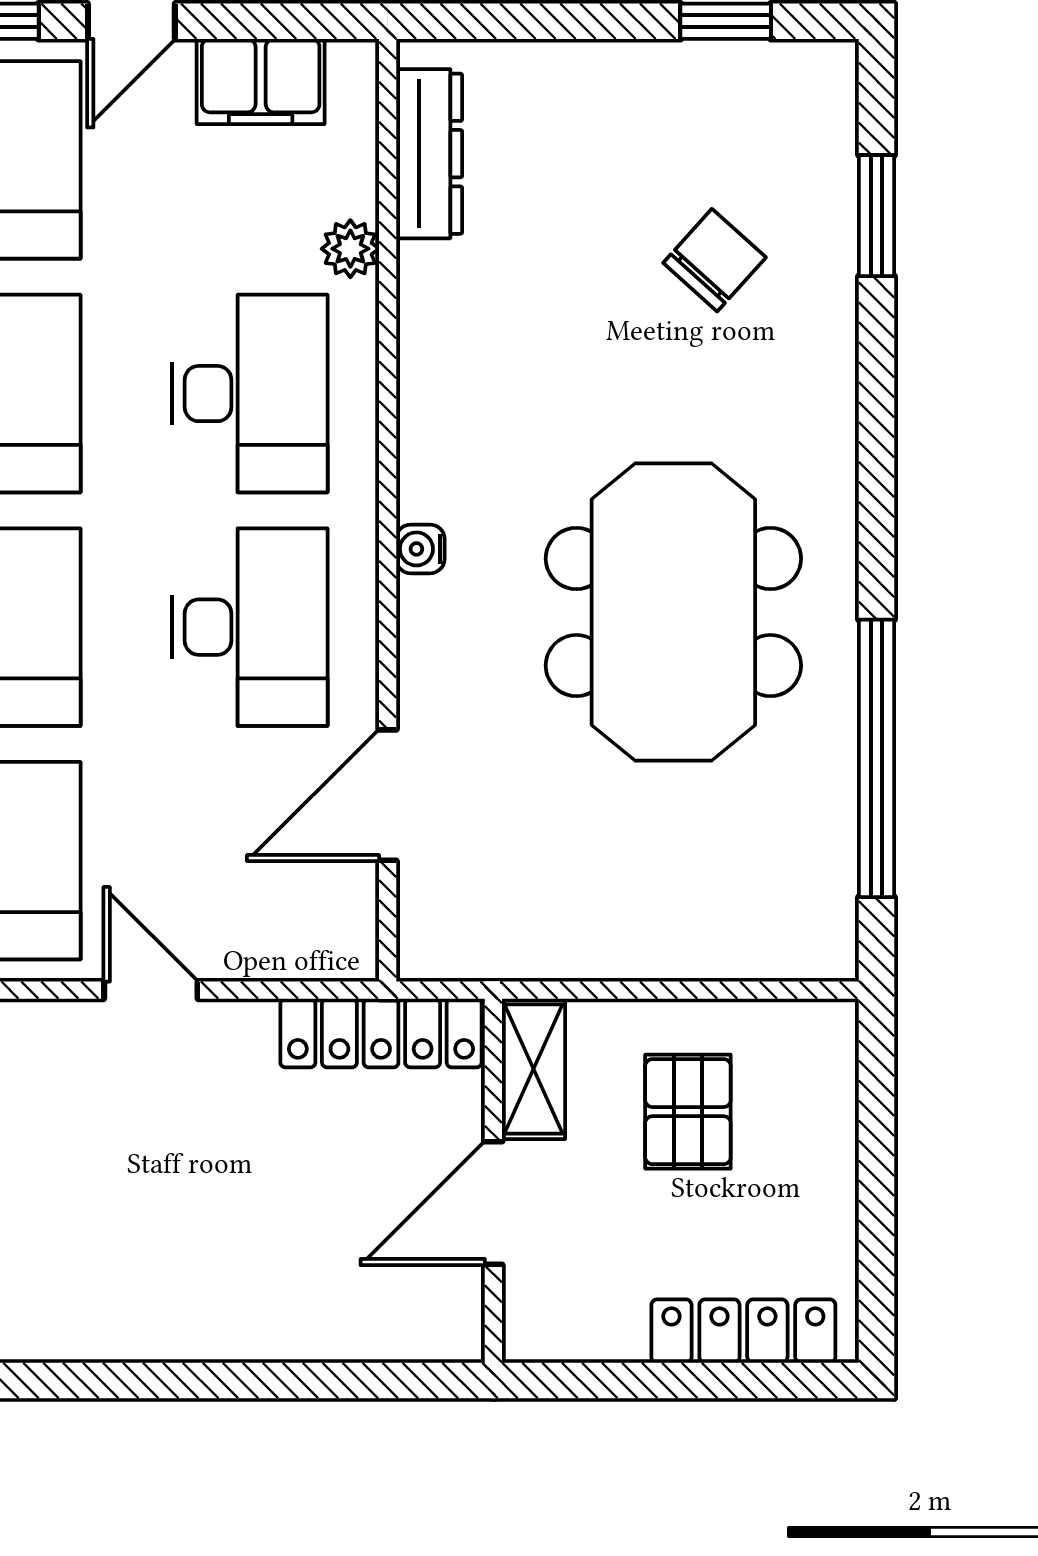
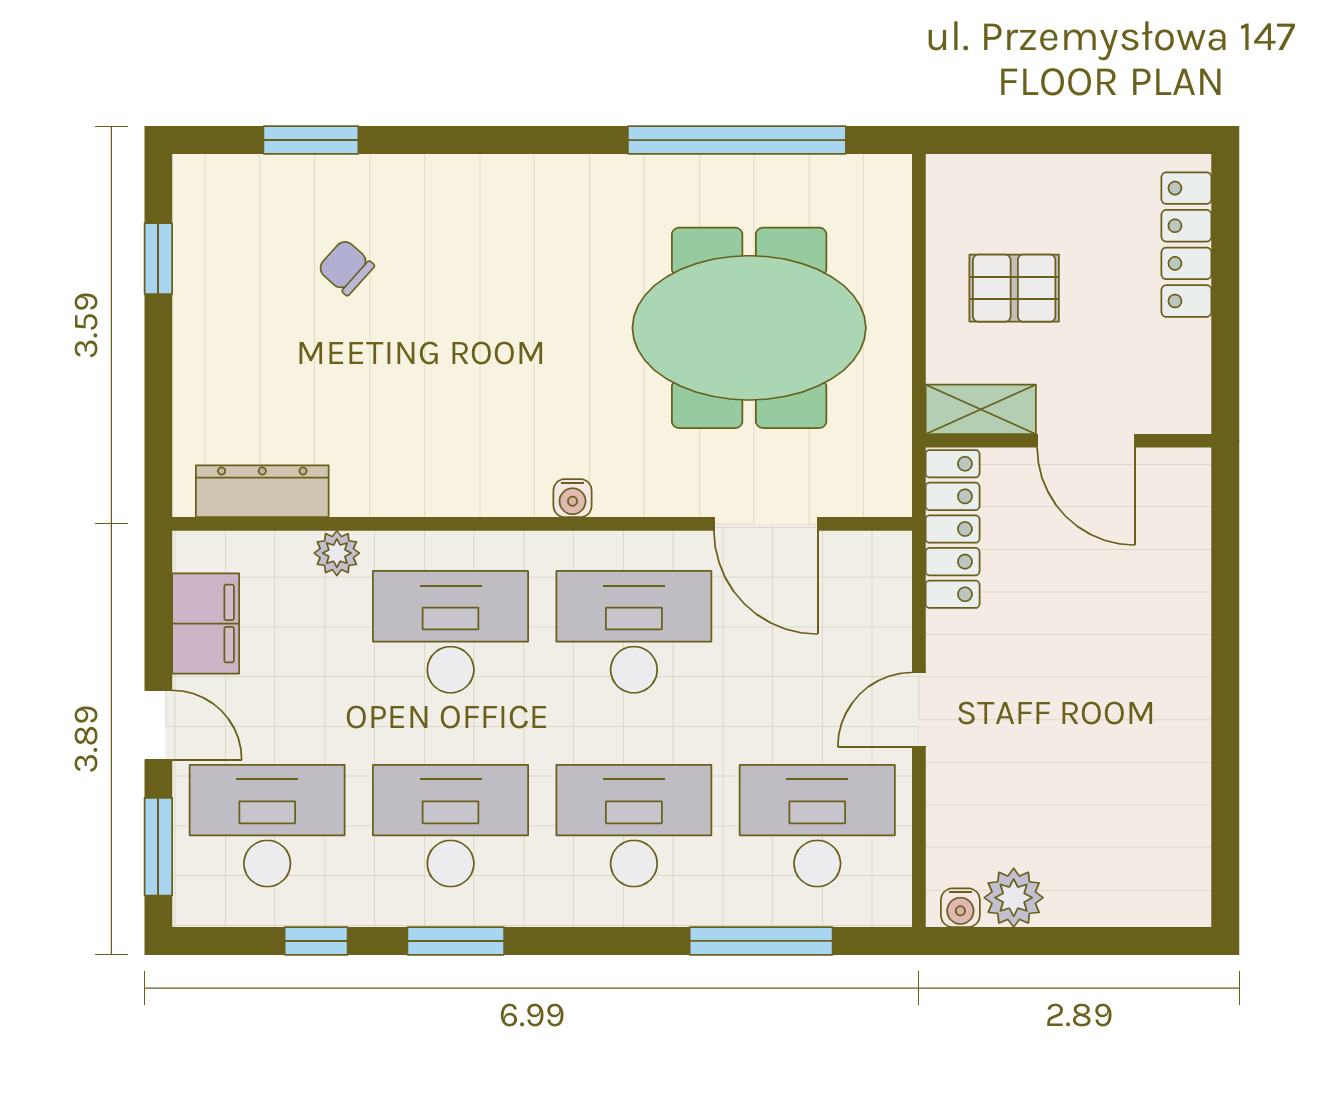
chair: (715, 260) -> (346, 267), width x0.73, depth x0.73
meeting table: (673, 612) -> (749, 328), moved

